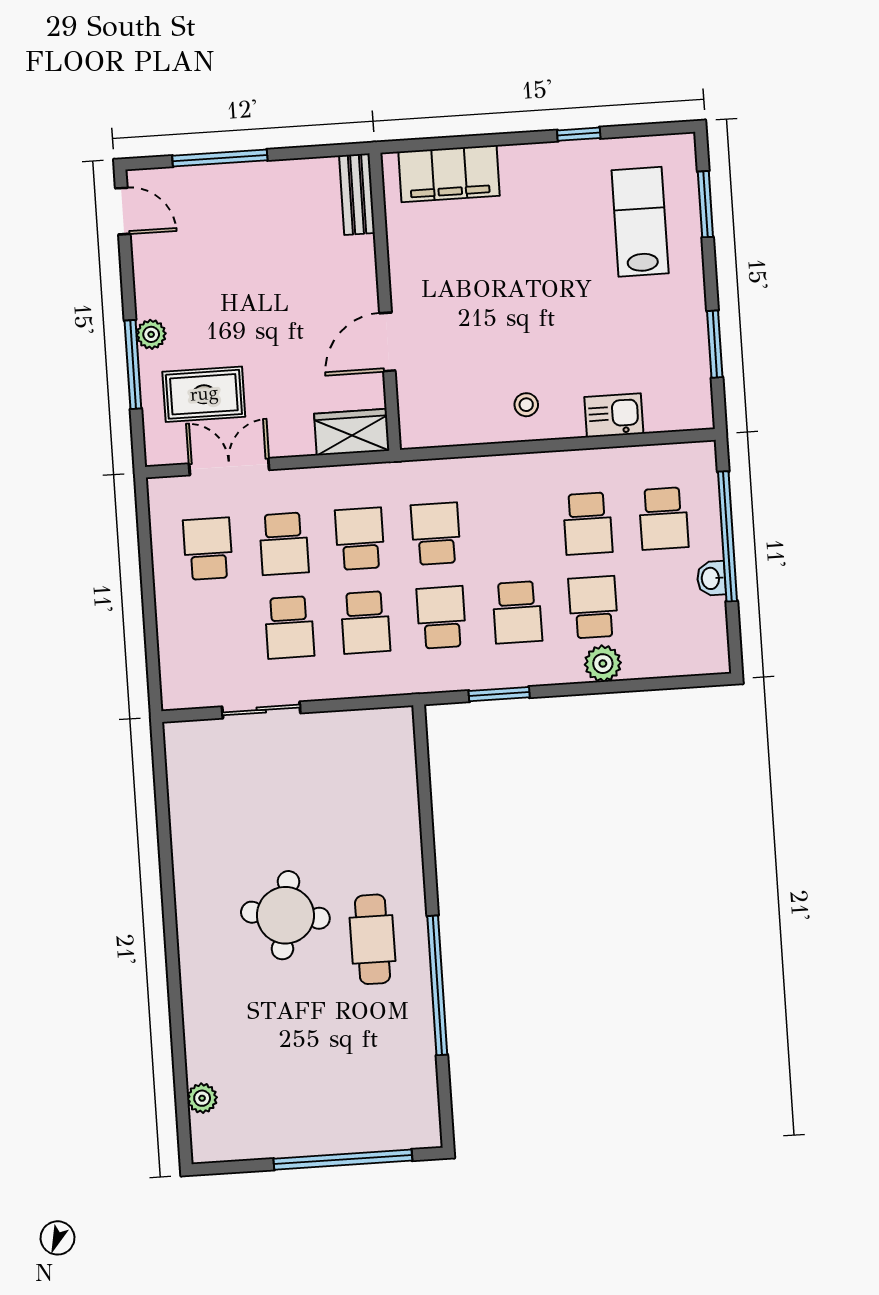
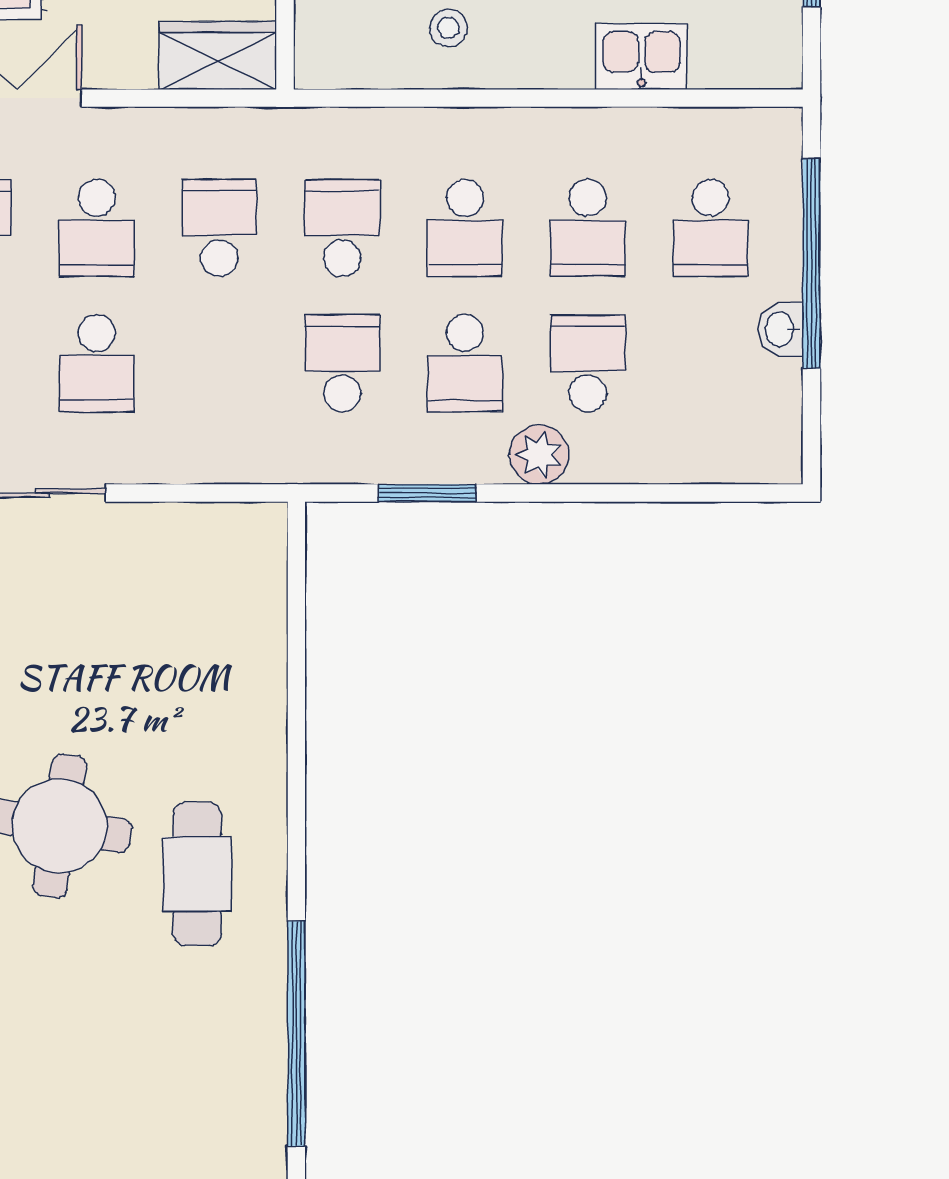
stool: (526, 405) -> (448, 28), moved
school desk: (365, 622) -> (465, 228), moved
plant: (603, 664) -> (539, 455), moved
window: (437, 985) -> (296, 1034), moved

